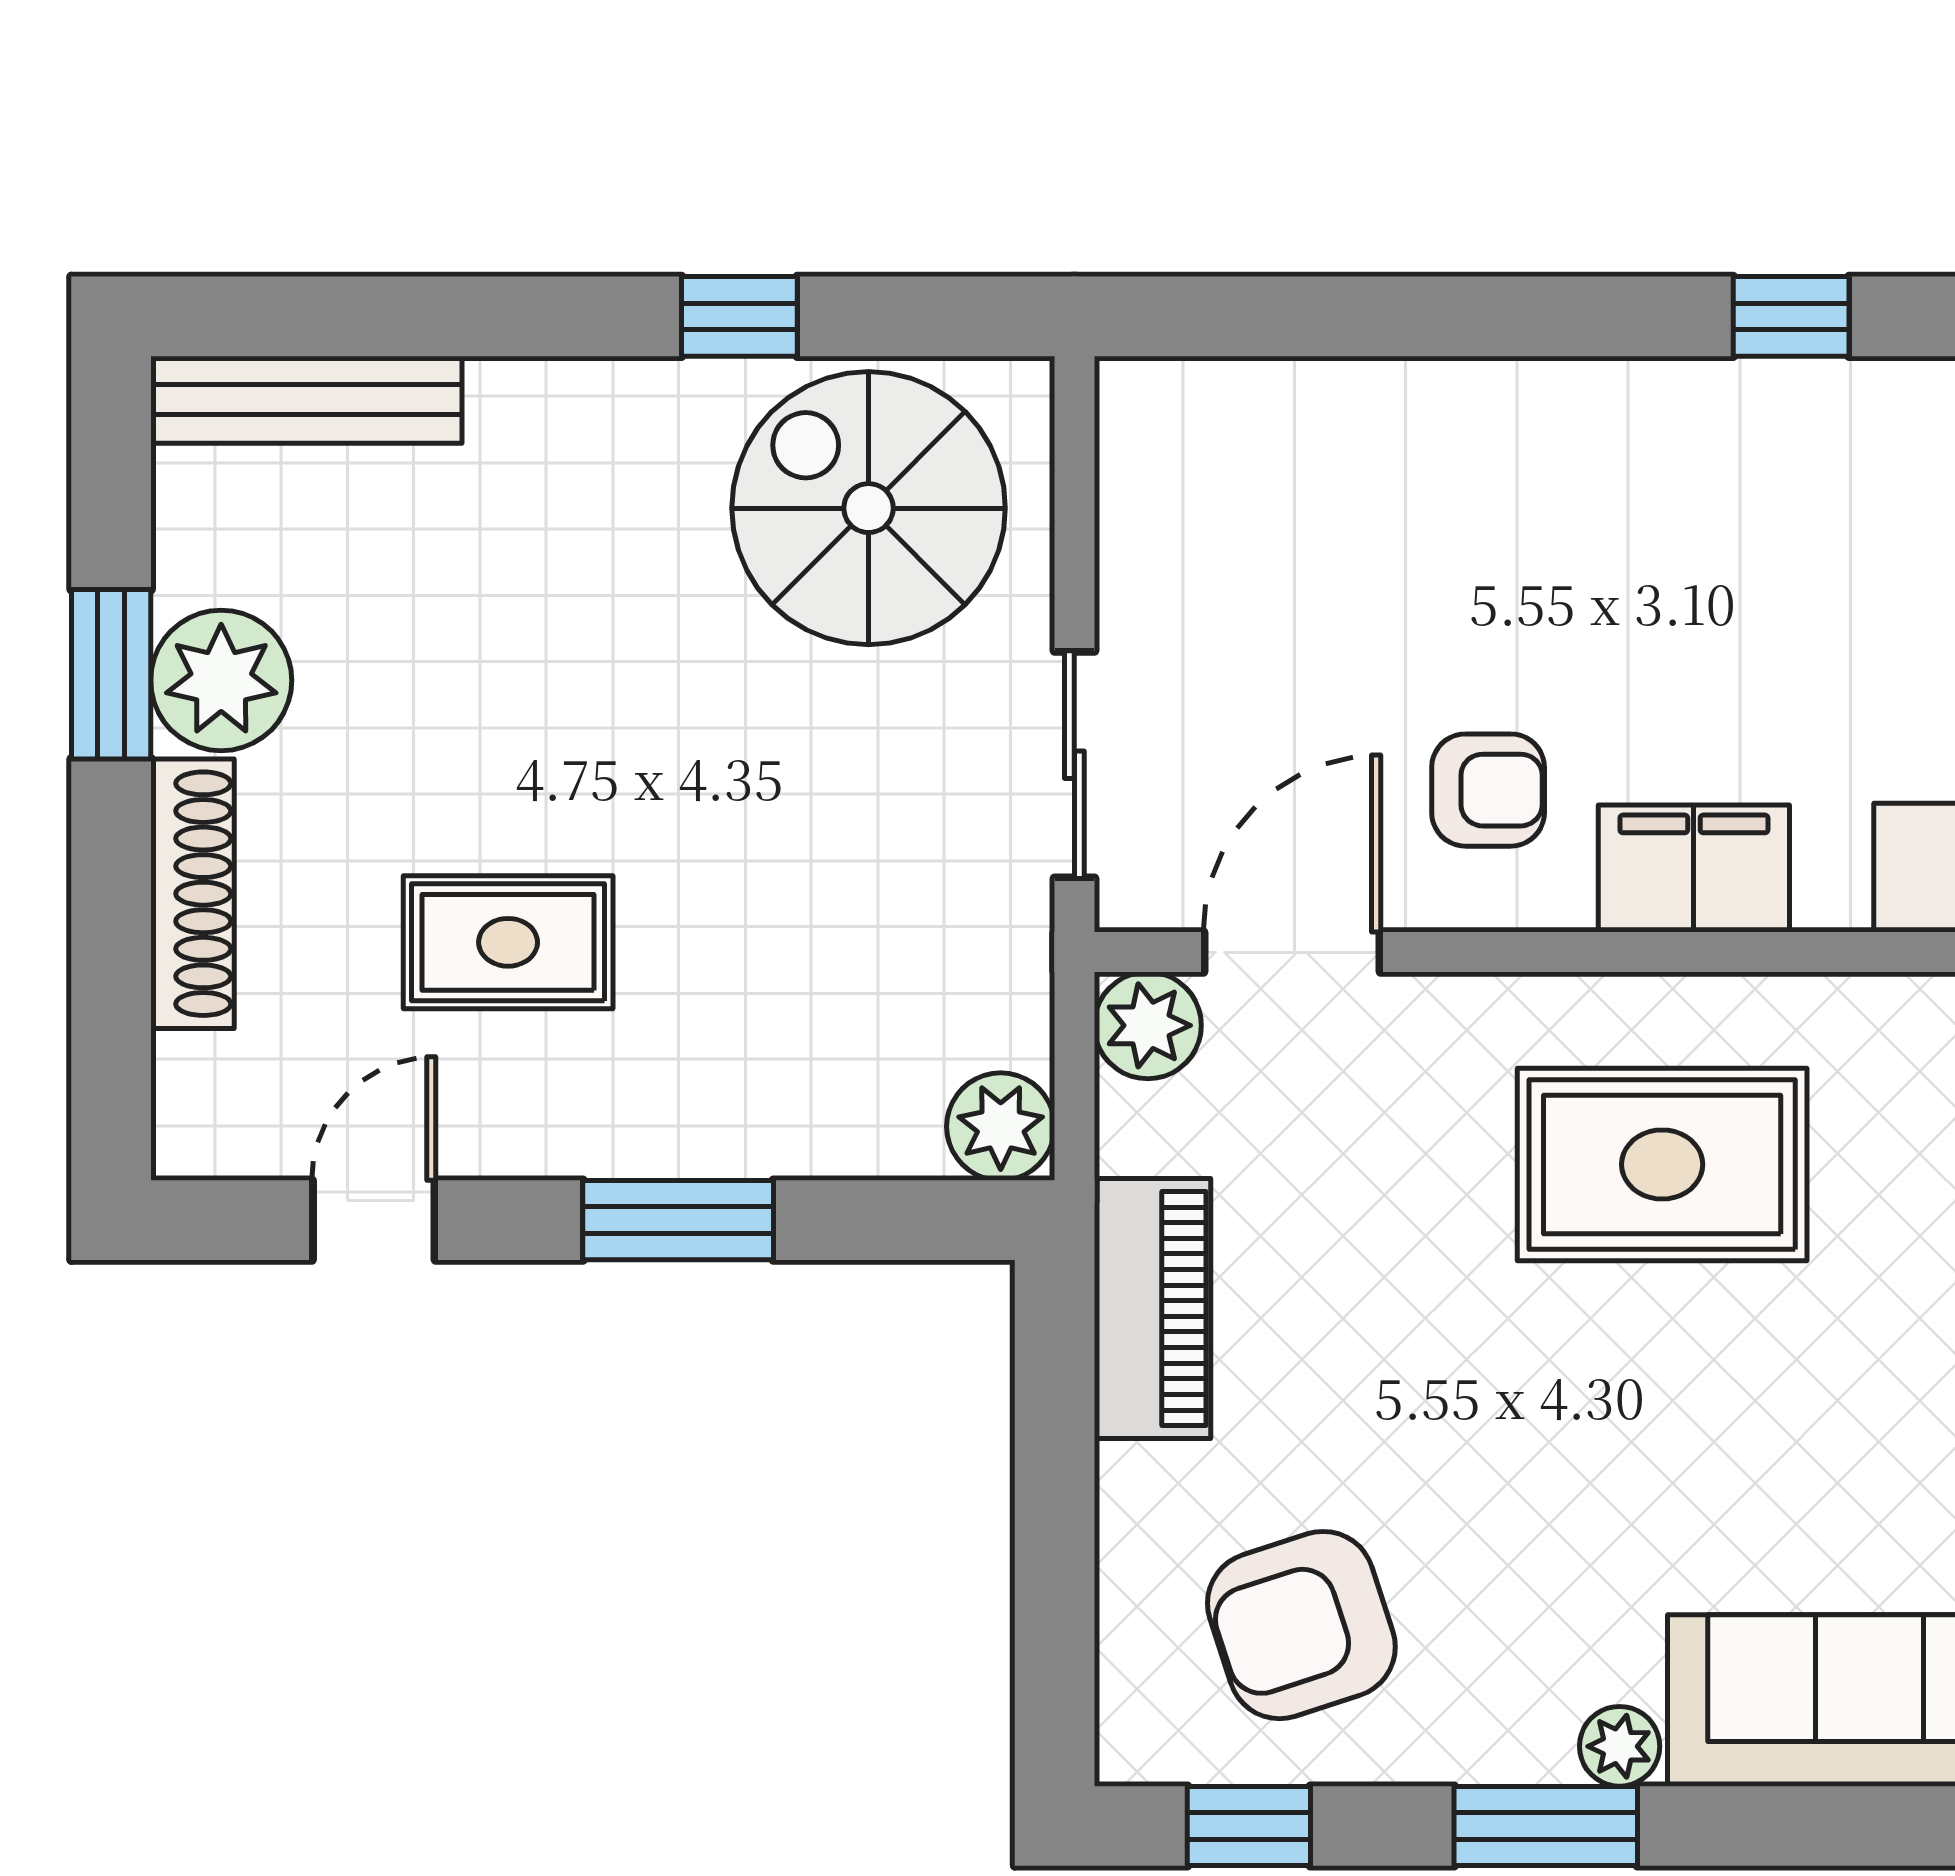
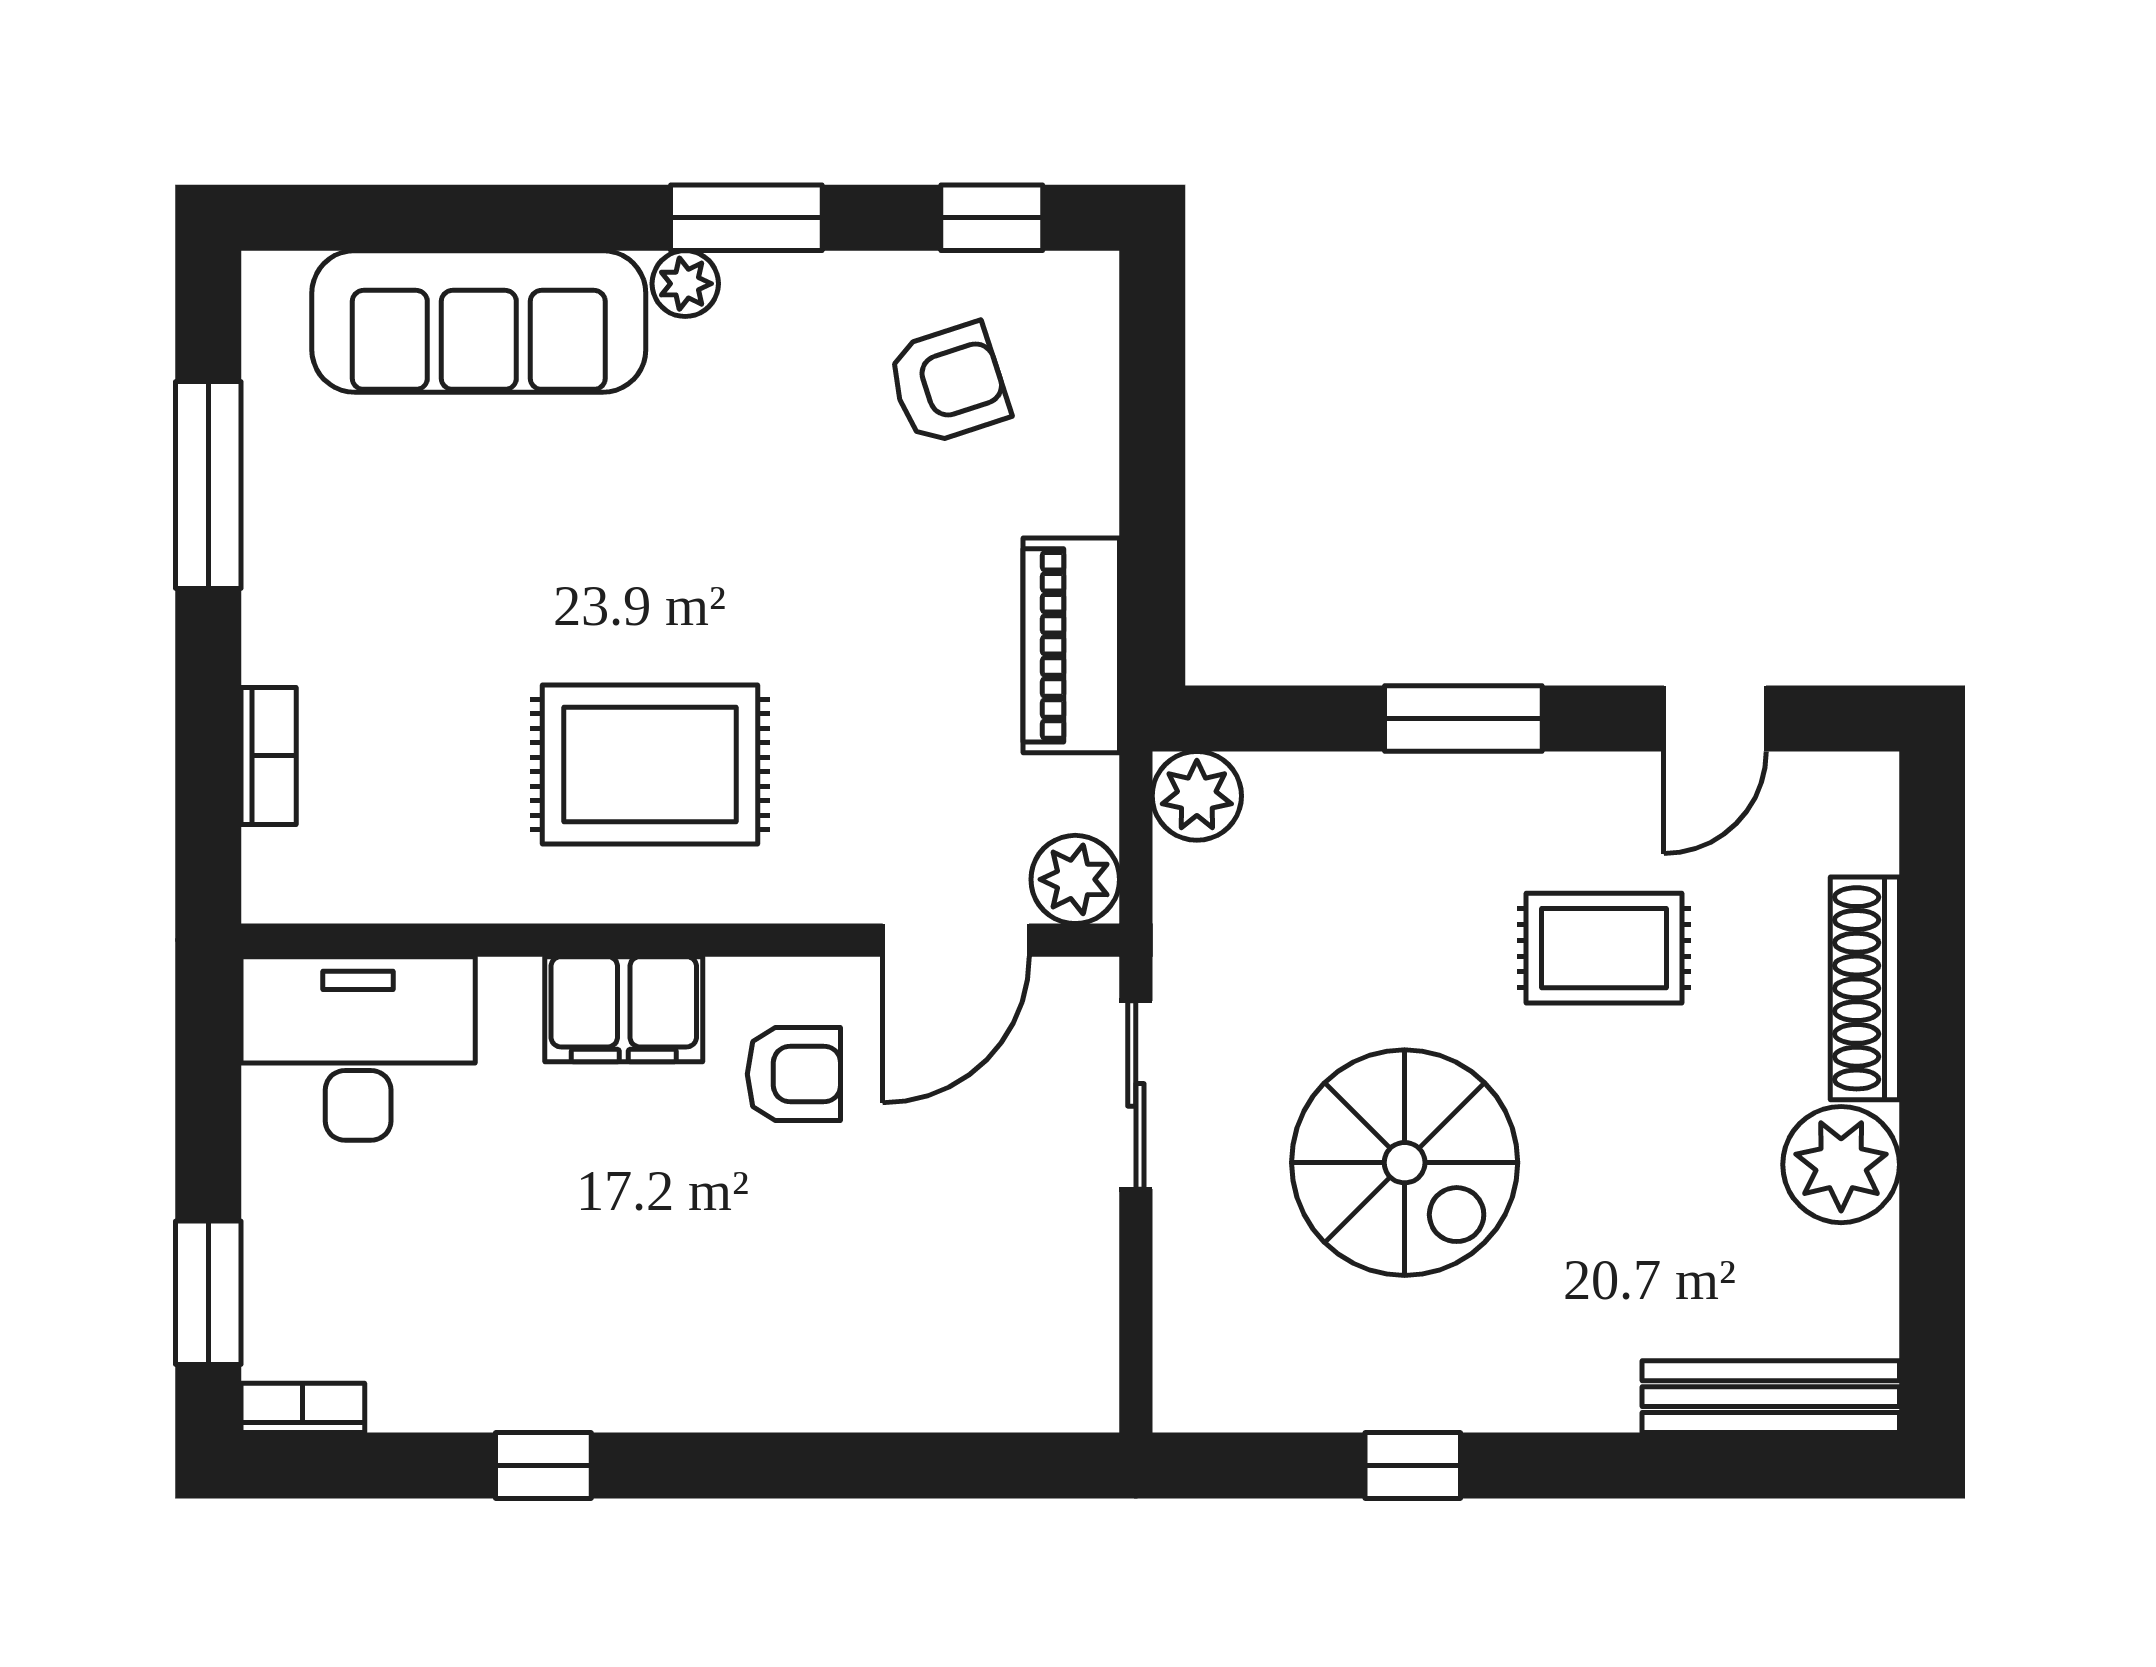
spiral stairs: (869, 508) -> (1405, 1163), moved
window: (111, 674) -> (1932, 1170), removed
armchair: (1488, 790) -> (794, 1074), turned 180
armchair: (1301, 1625) -> (948, 384), width x0.72, depth x0.72

